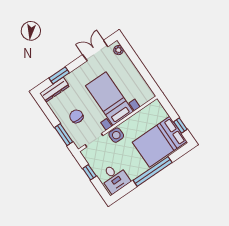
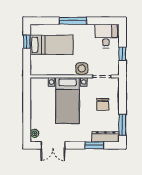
window: (64, 135) -> (122, 125), moved
bed: (160, 142) -> (52, 45), width x0.67
window: (153, 171) -> (73, 21), width x0.68

